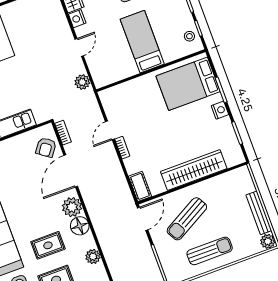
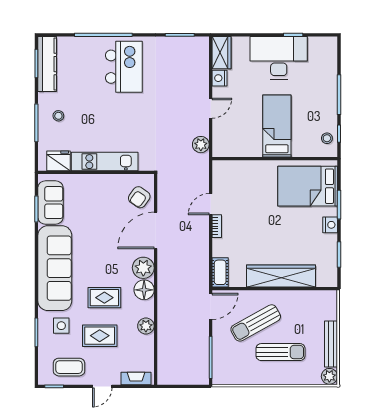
bookcase: (63, 133) -> (162, 189), removed
sun lounger: (210, 251) -> (281, 352), moved

